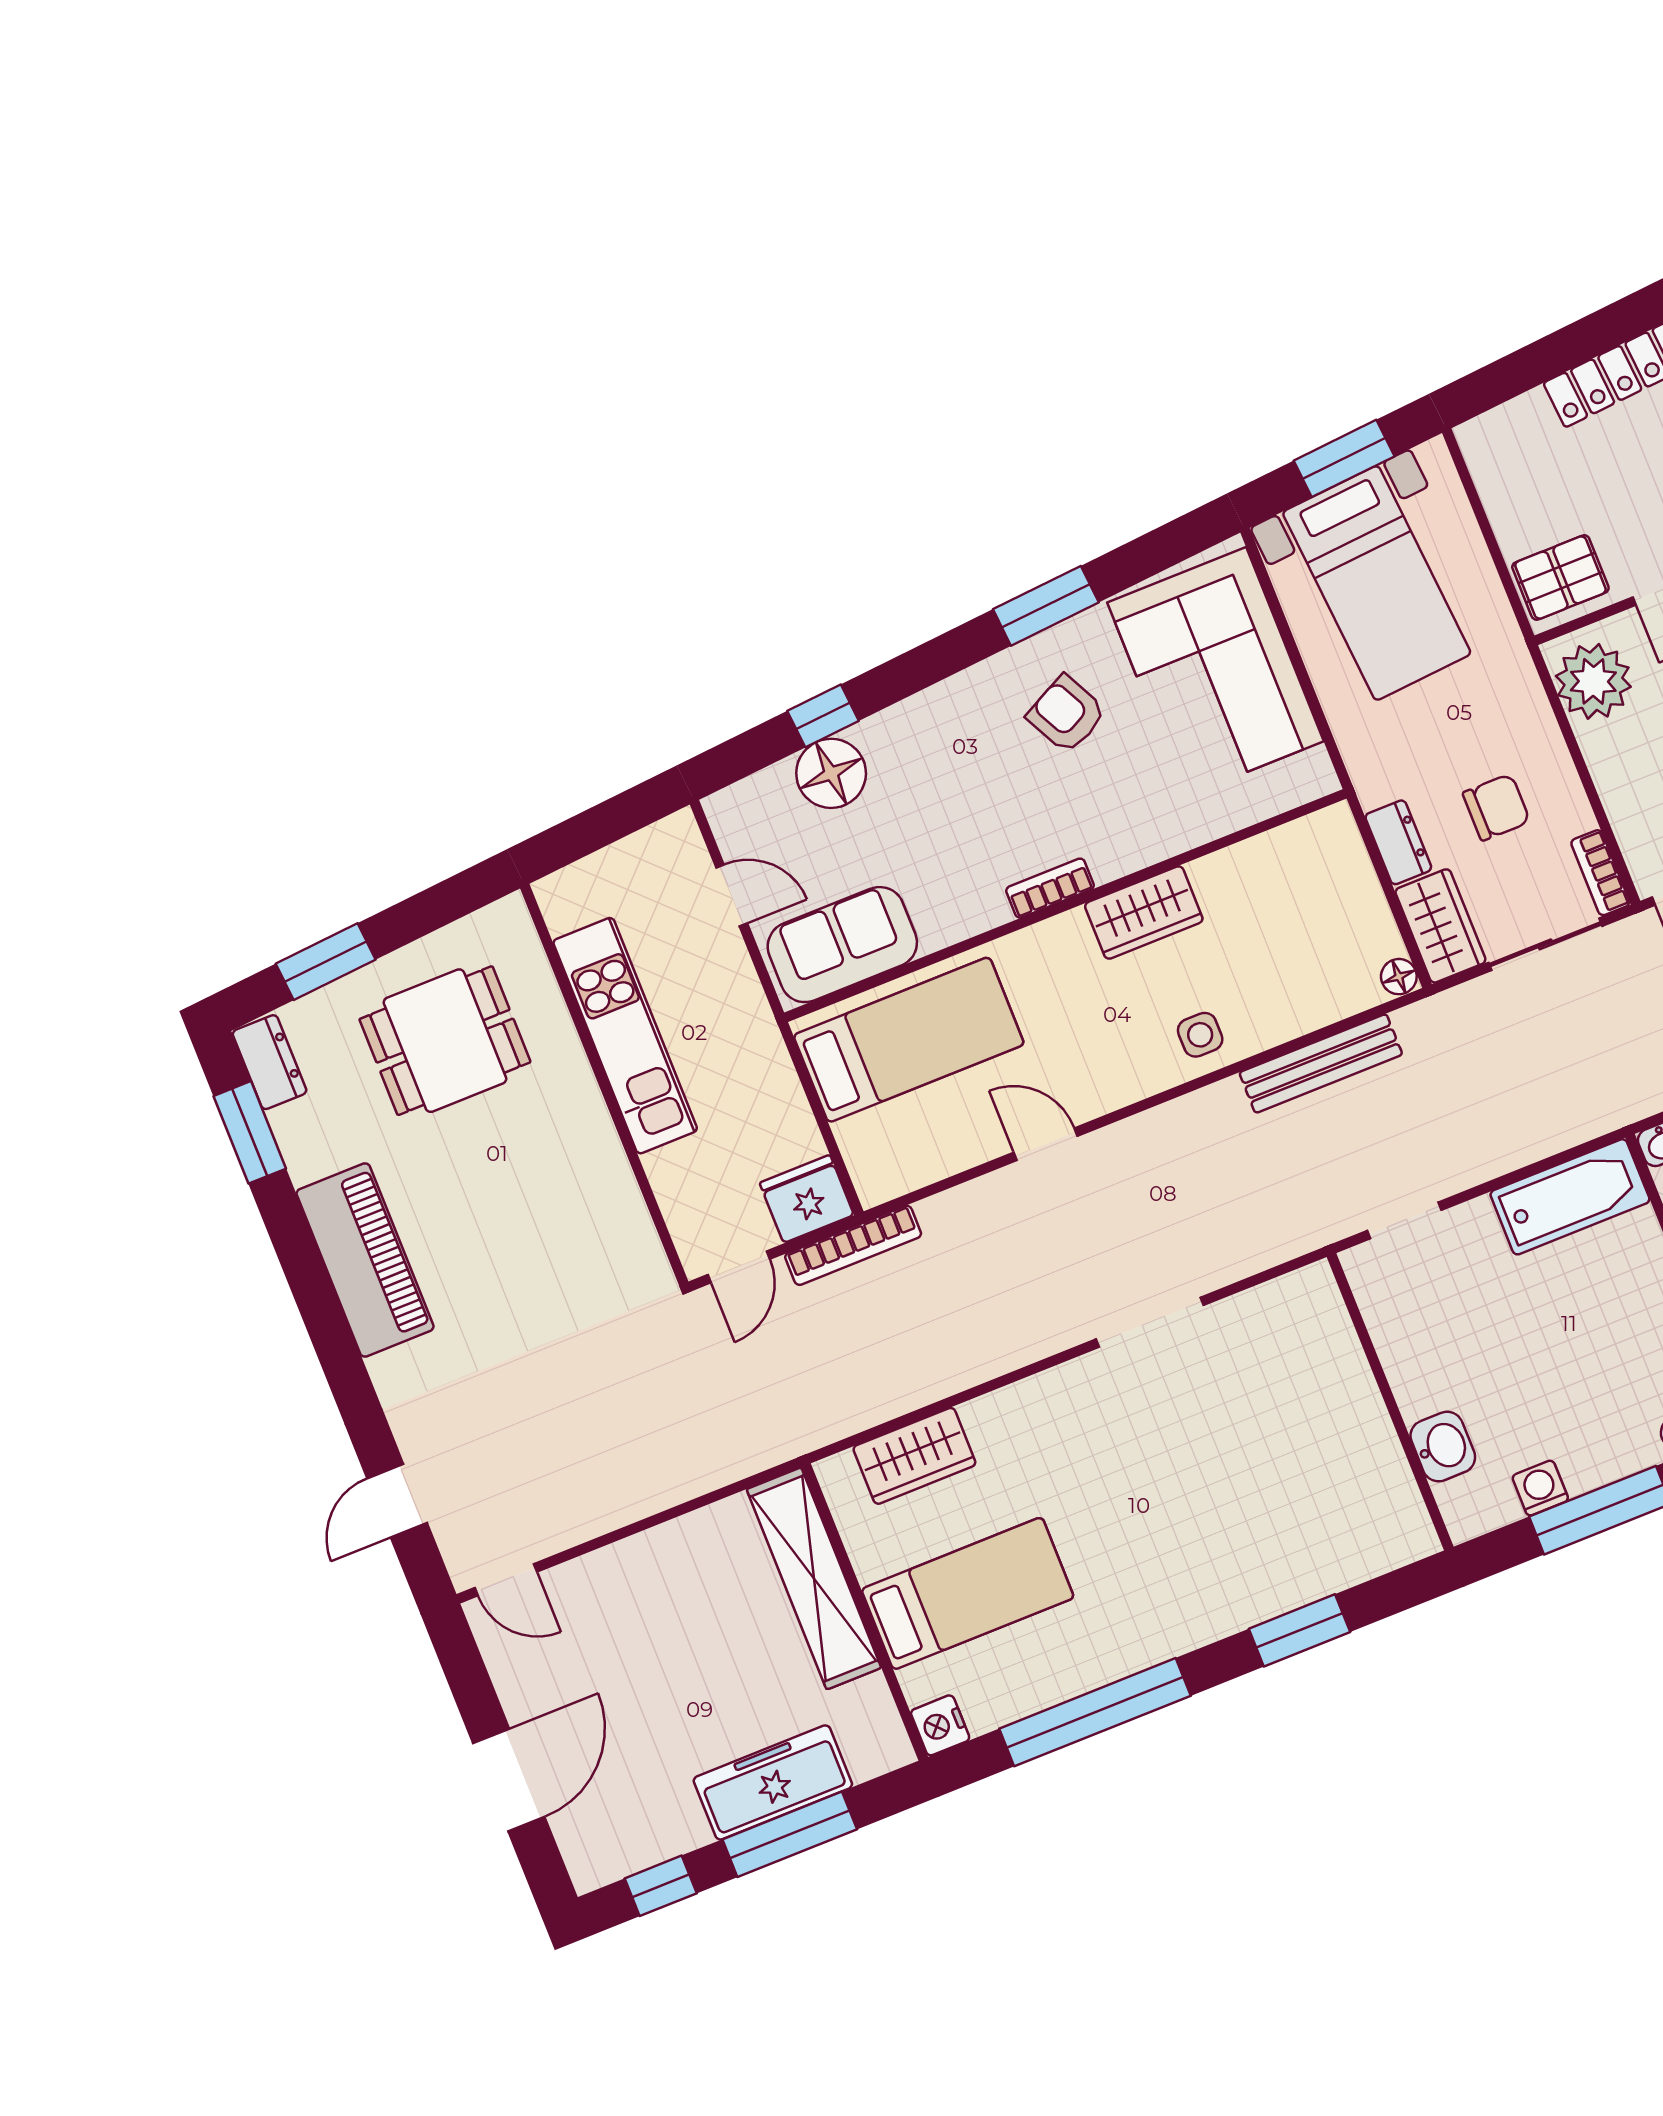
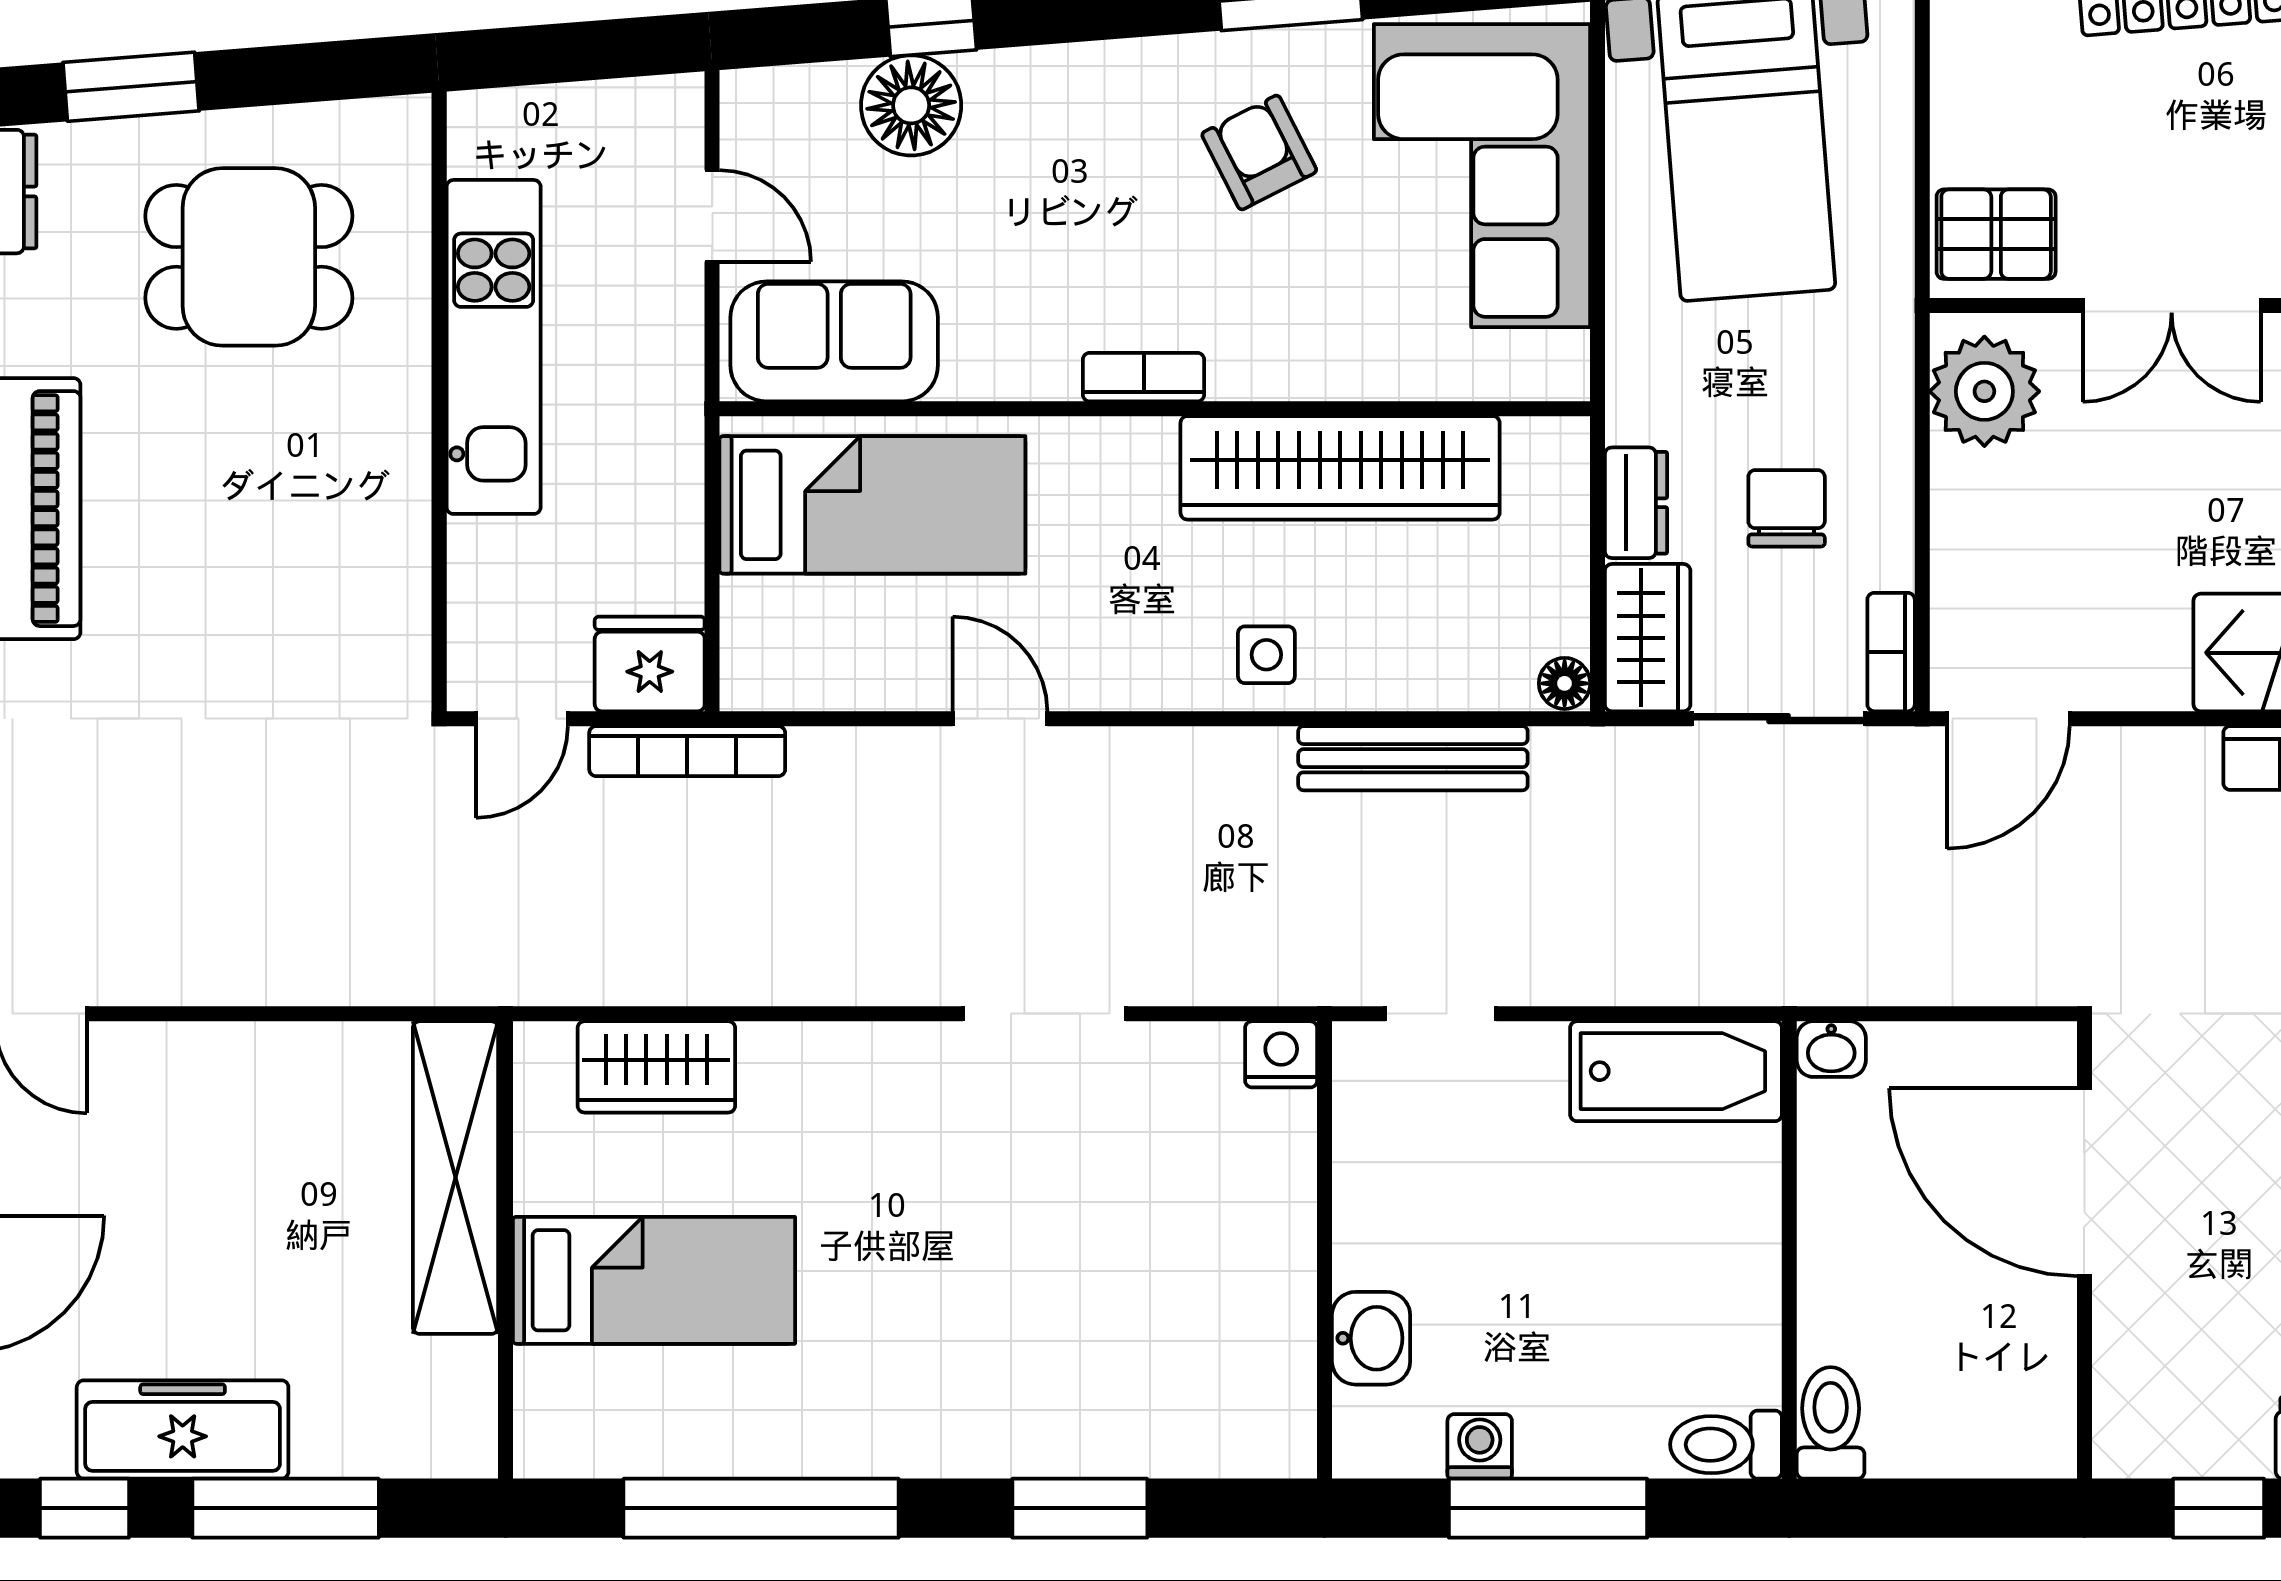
chair: (1496, 807) -> (1787, 508), turned -90
wardrobe: (1144, 912) -> (1340, 468), width x2.10, depth x1.17
nightstand: (940, 1725) -> (1281, 1054), moved, turned 90
freezer: (773, 1782) -> (183, 1429), moved

